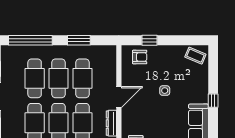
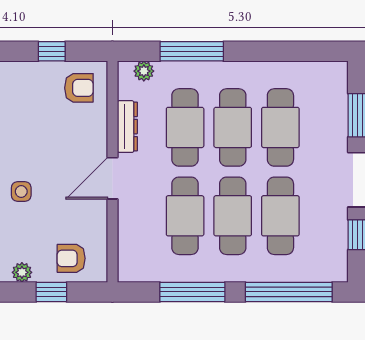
window: (79, 40) -> (192, 292), width x1.44
plant: (164, 50) -> (22, 272), added

